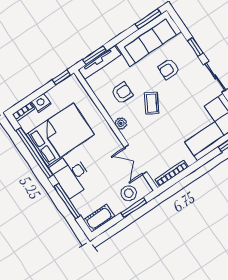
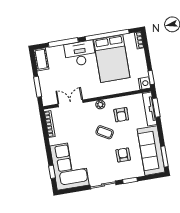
nightstand: (41, 103) -> (144, 83), moved
stool: (129, 193) -> (49, 88), removed

